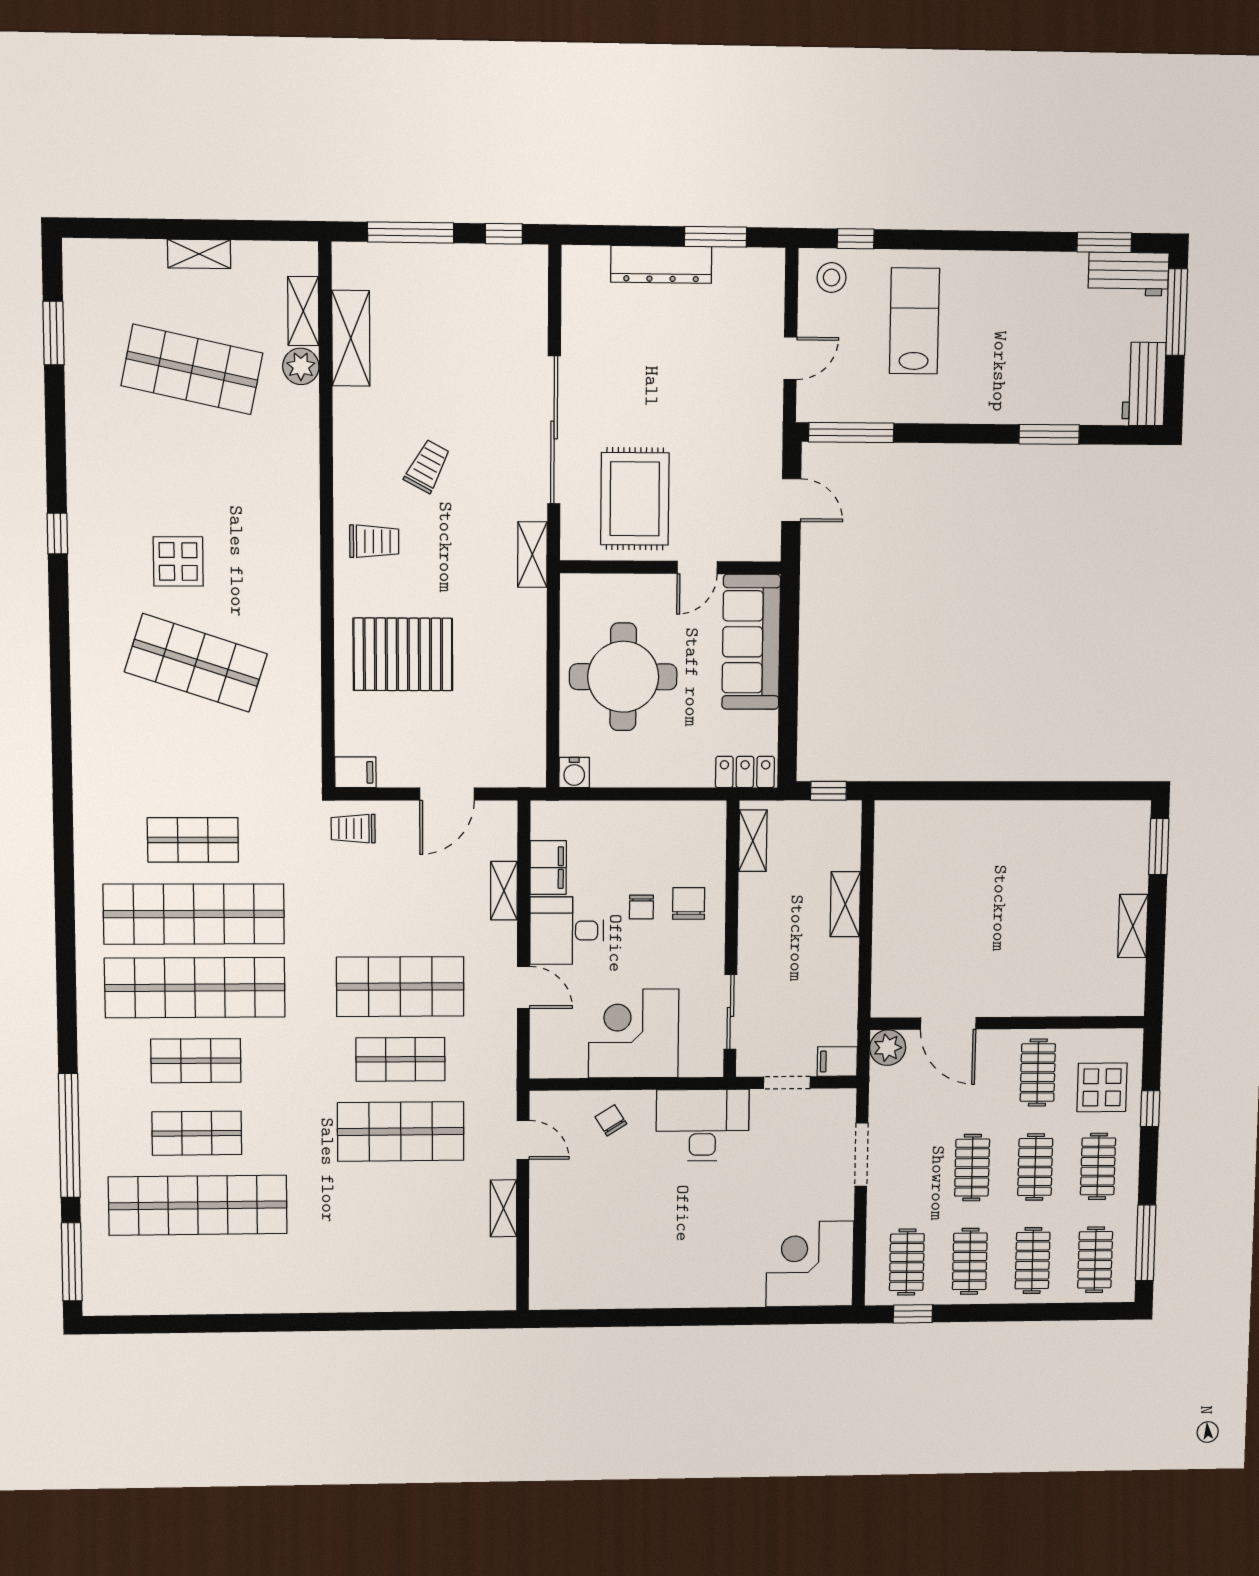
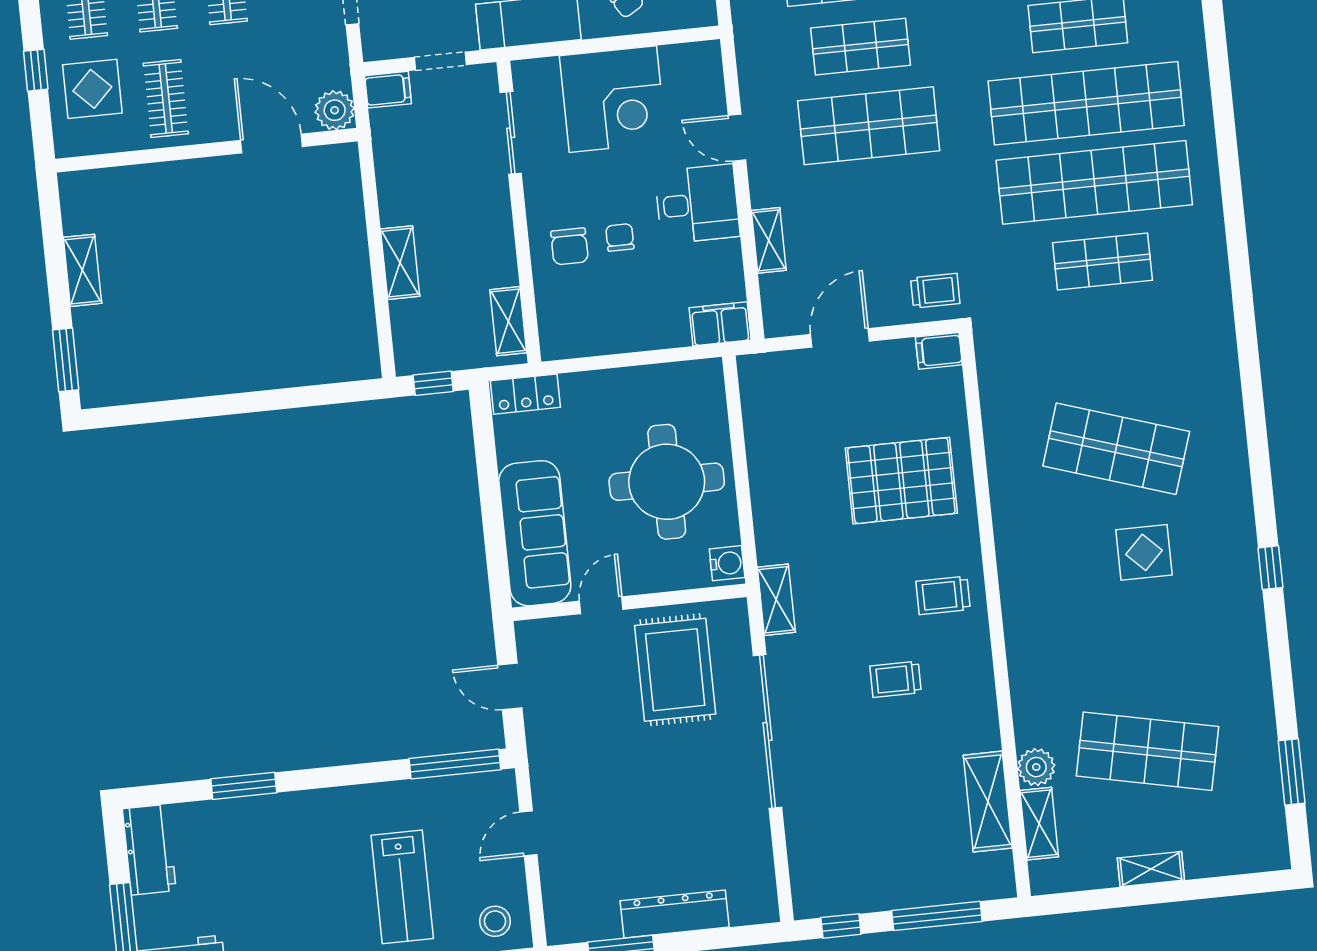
trolley: (427, 466) -> (896, 679), turned 62
water cooler: (574, 773) -> (727, 563), moved, turned 90
filing cabinet: (548, 868) -> (720, 324), moved, turned 90

